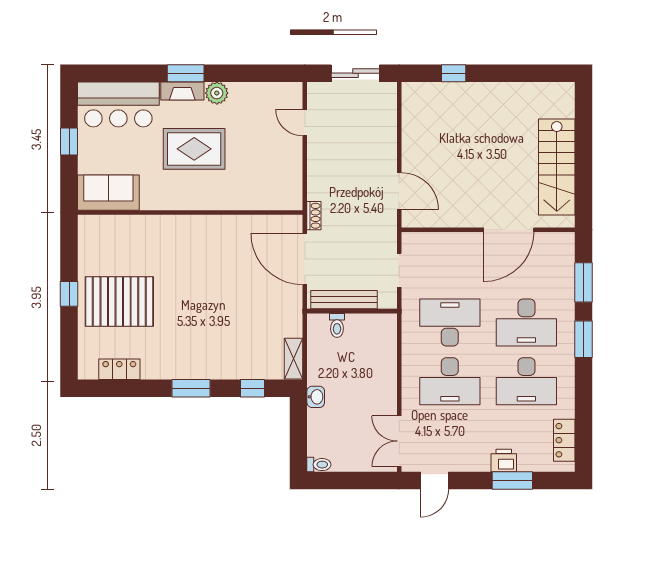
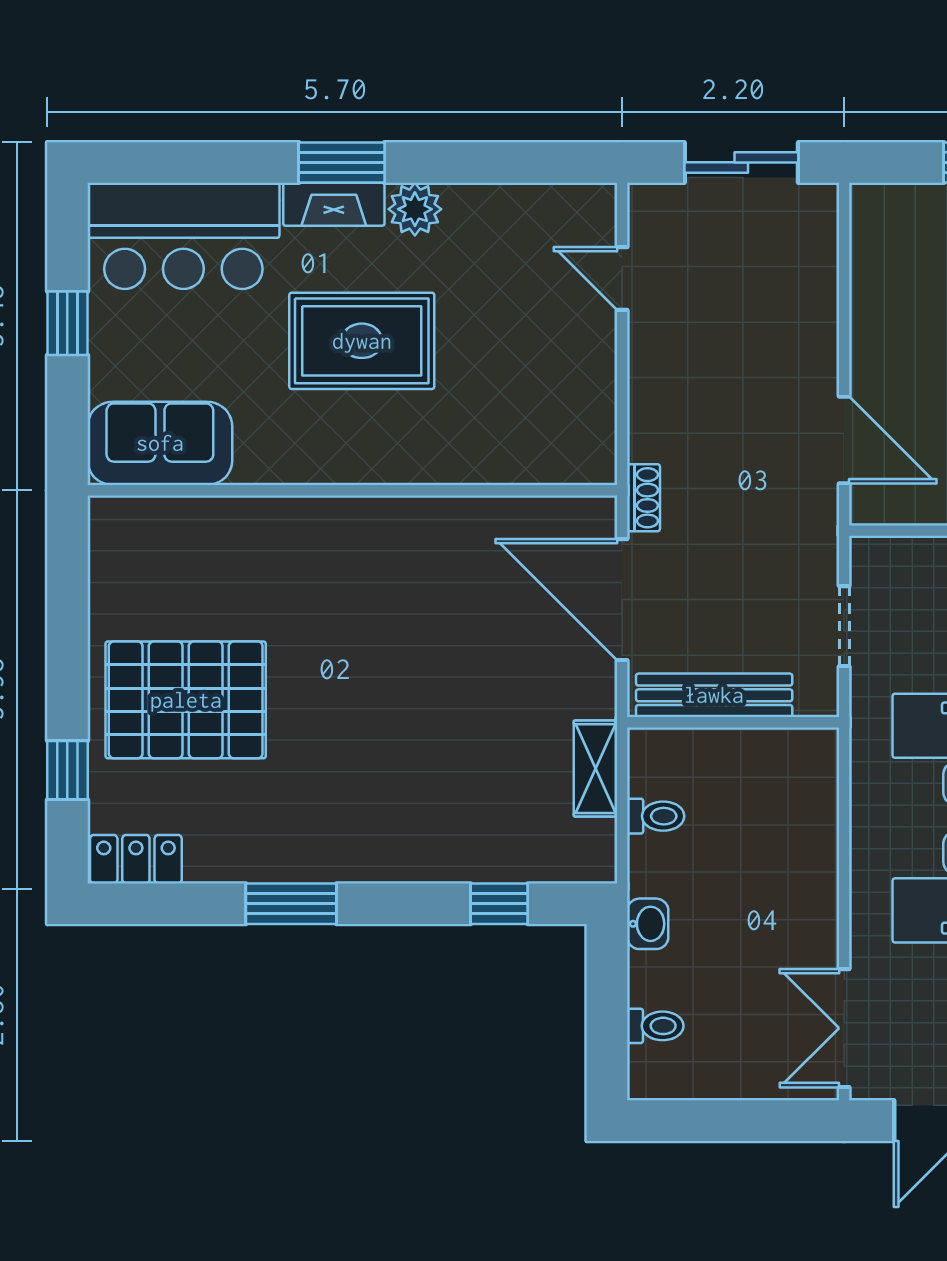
window: (69, 294) -> (67, 770), moved
toilet: (337, 325) -> (656, 816), moved, turned -90
shelving: (293, 359) -> (595, 769), moved
locker: (119, 369) -> (136, 859), moved
window: (191, 388) -> (291, 904), moved
toilet: (319, 465) -> (655, 1026), moved

